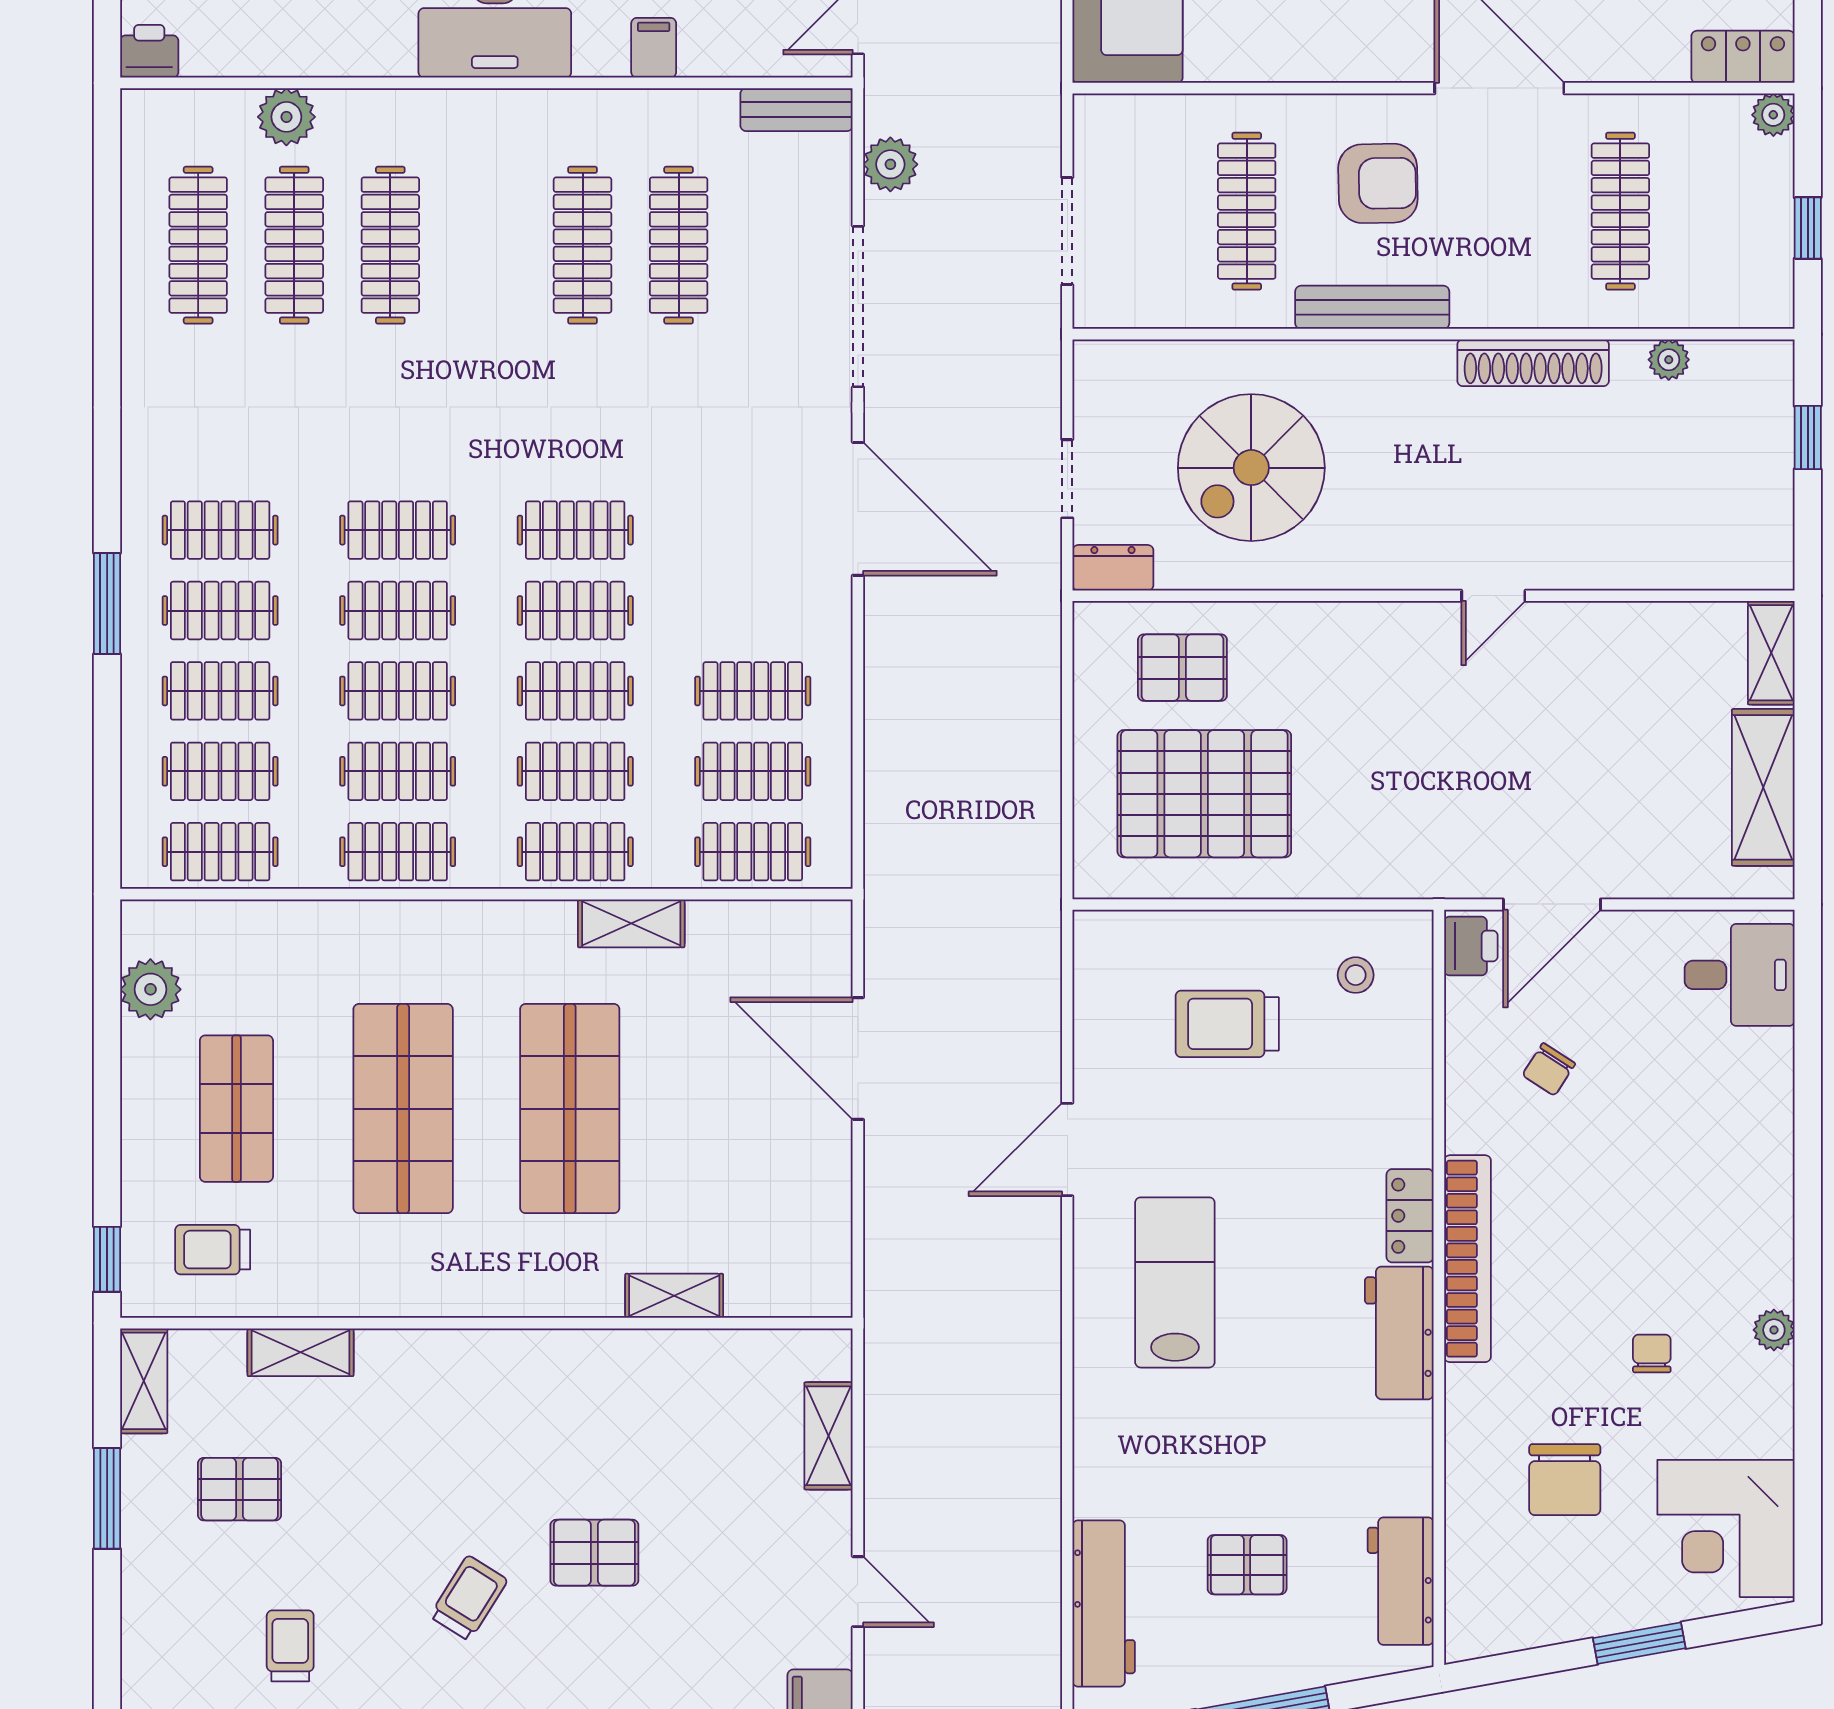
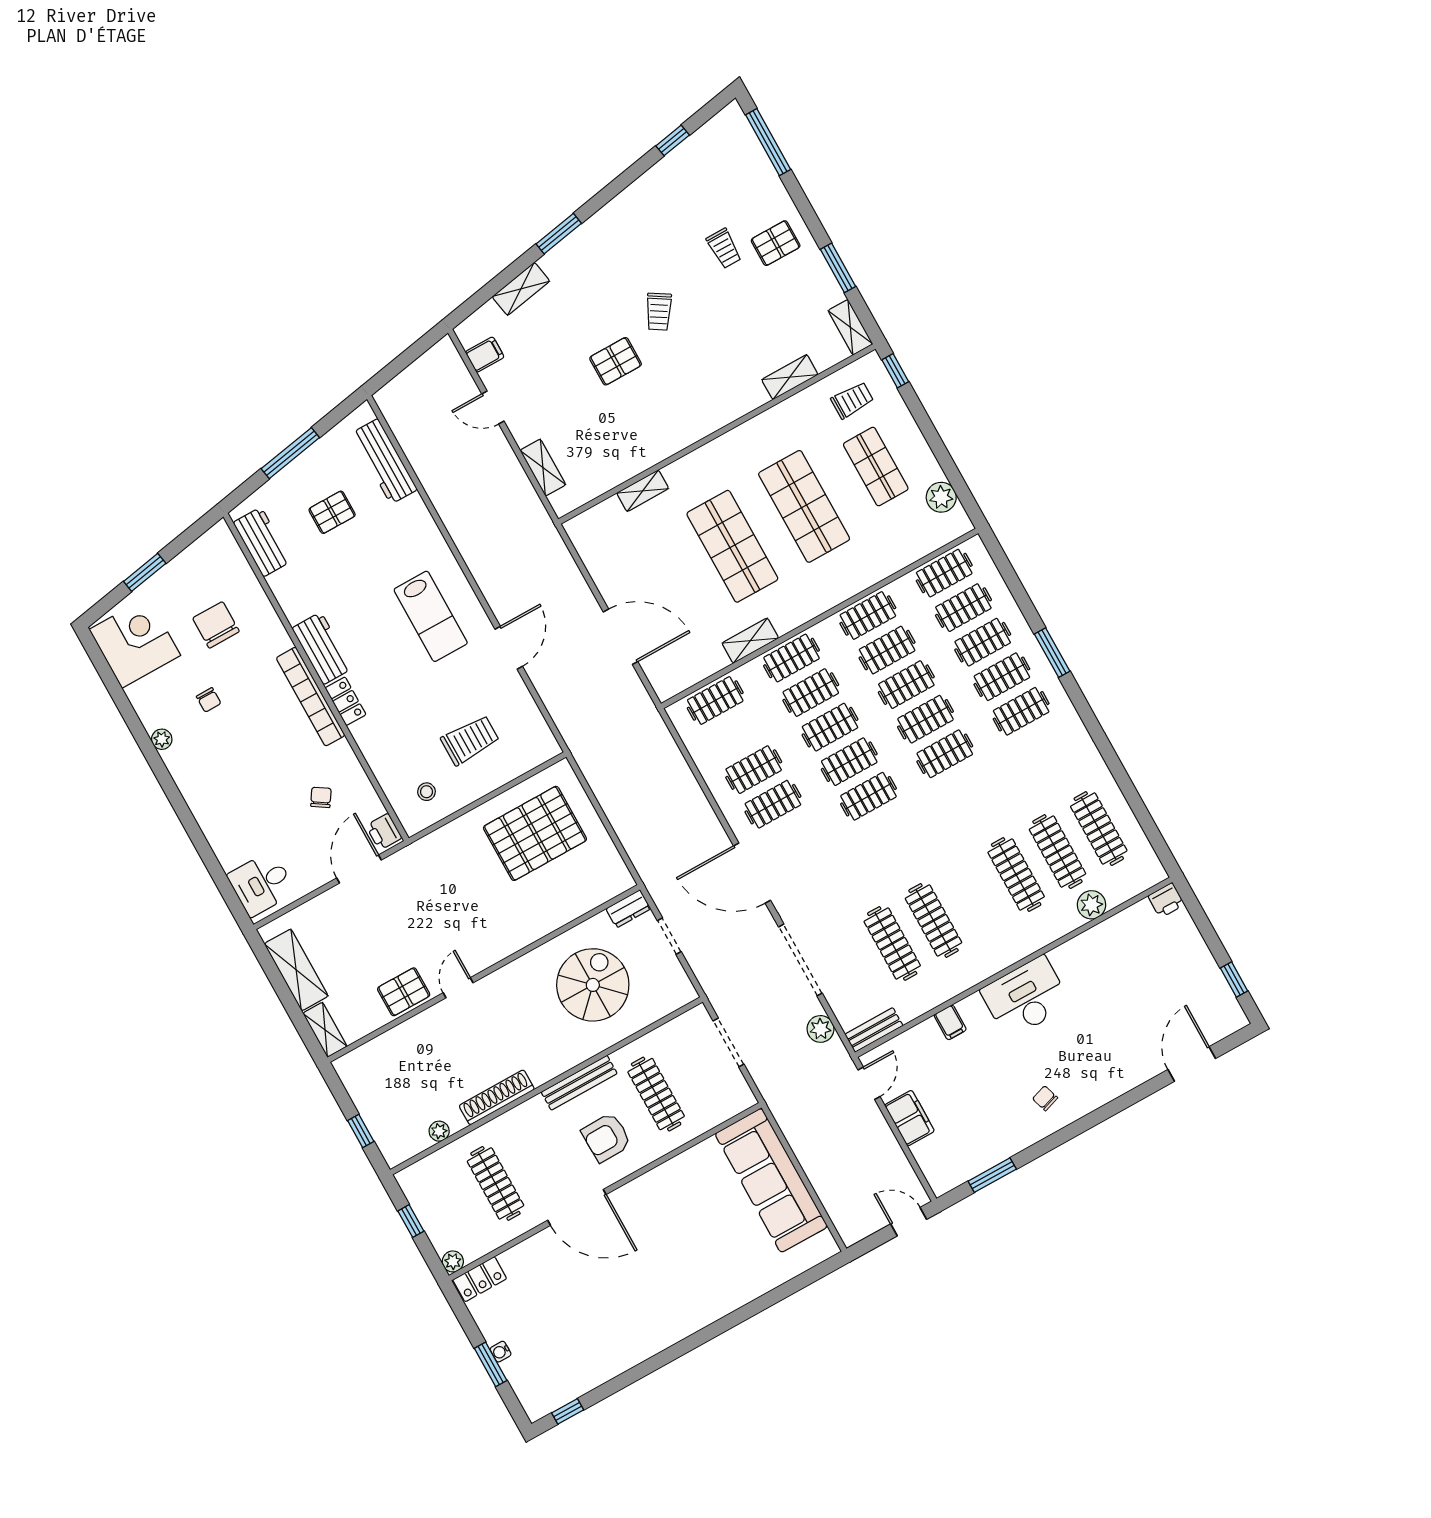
pallet: (1182, 668) -> (404, 992), moved
clothes rail: (753, 771) -> (773, 804), moved
pallet: (240, 1489) -> (776, 243), moved

